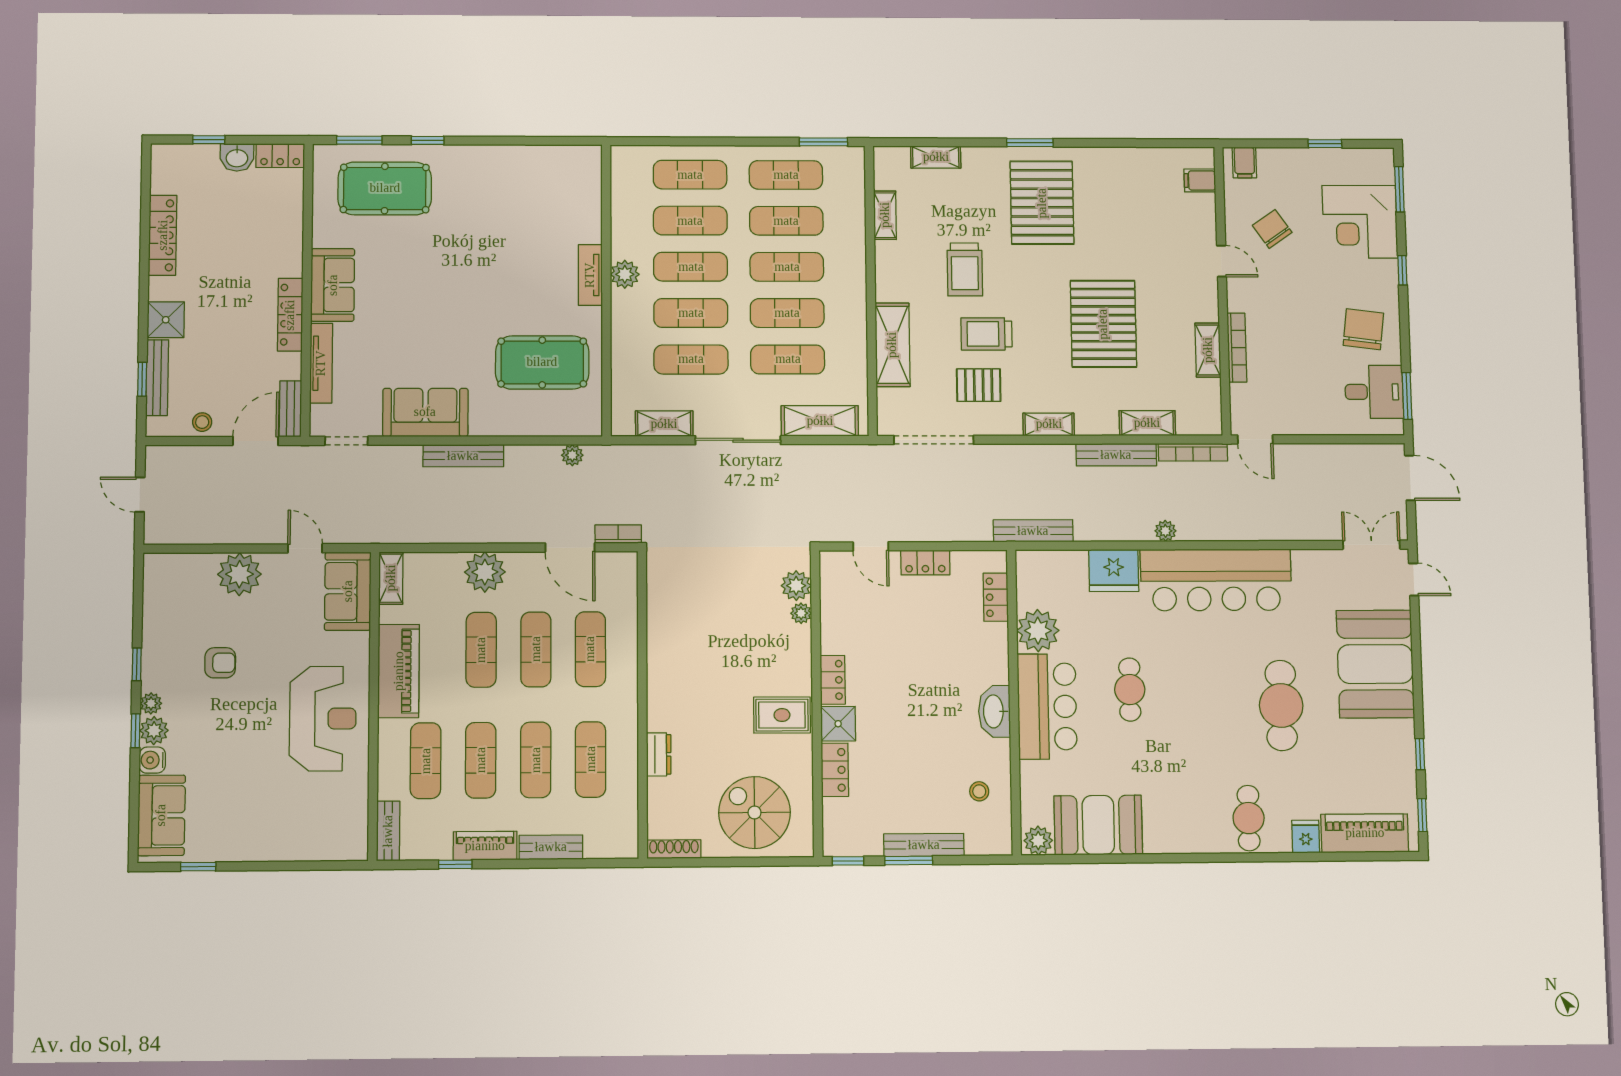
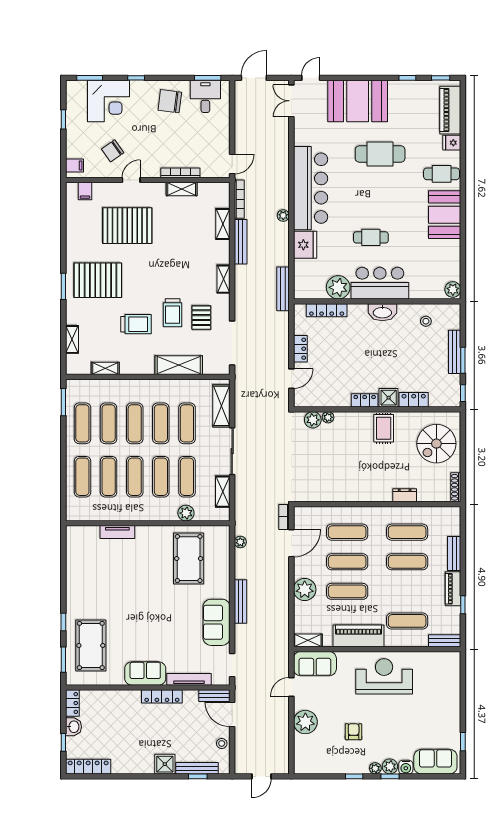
locker: (163, 235) -> (88, 767), moved
plant: (625, 274) -> (186, 513), moved
tv unit: (590, 275) -> (117, 532), moved
pallet: (1103, 324) -> (127, 226), moved
locker: (996, 597) -> (327, 310), width x1.53
exercise mat: (481, 760) -> (407, 591), removed
booth: (1098, 825) -> (445, 215), moved

